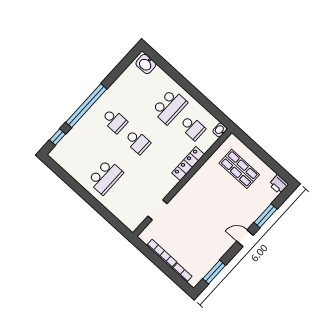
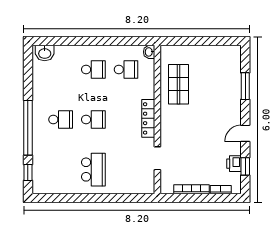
school desk: (170, 107) -> (93, 69), width x0.54
locker: (188, 164) -> (148, 118), moved
shop shelf: (239, 169) -> (179, 84), moved, turned 90
printer: (279, 184) -> (234, 164), moved, turned 90
door: (245, 238) -> (245, 133), moved
window: (214, 272) -> (245, 166), width x0.67

